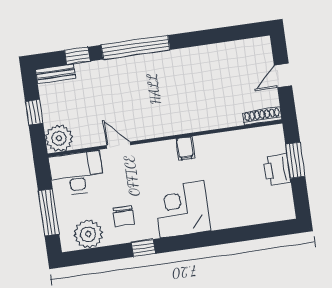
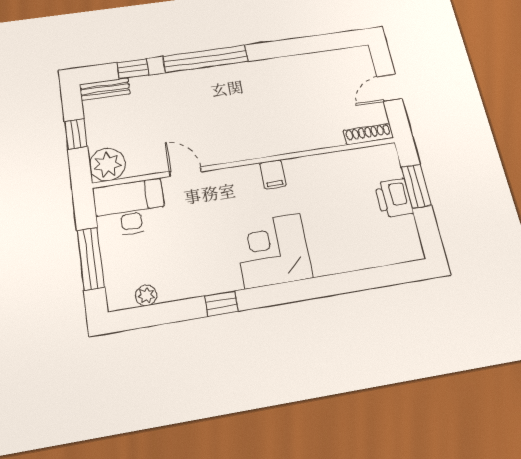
chair: (124, 216) -> (194, 261), removed
plant: (88, 234) -> (146, 295), width x0.53, depth x0.53

